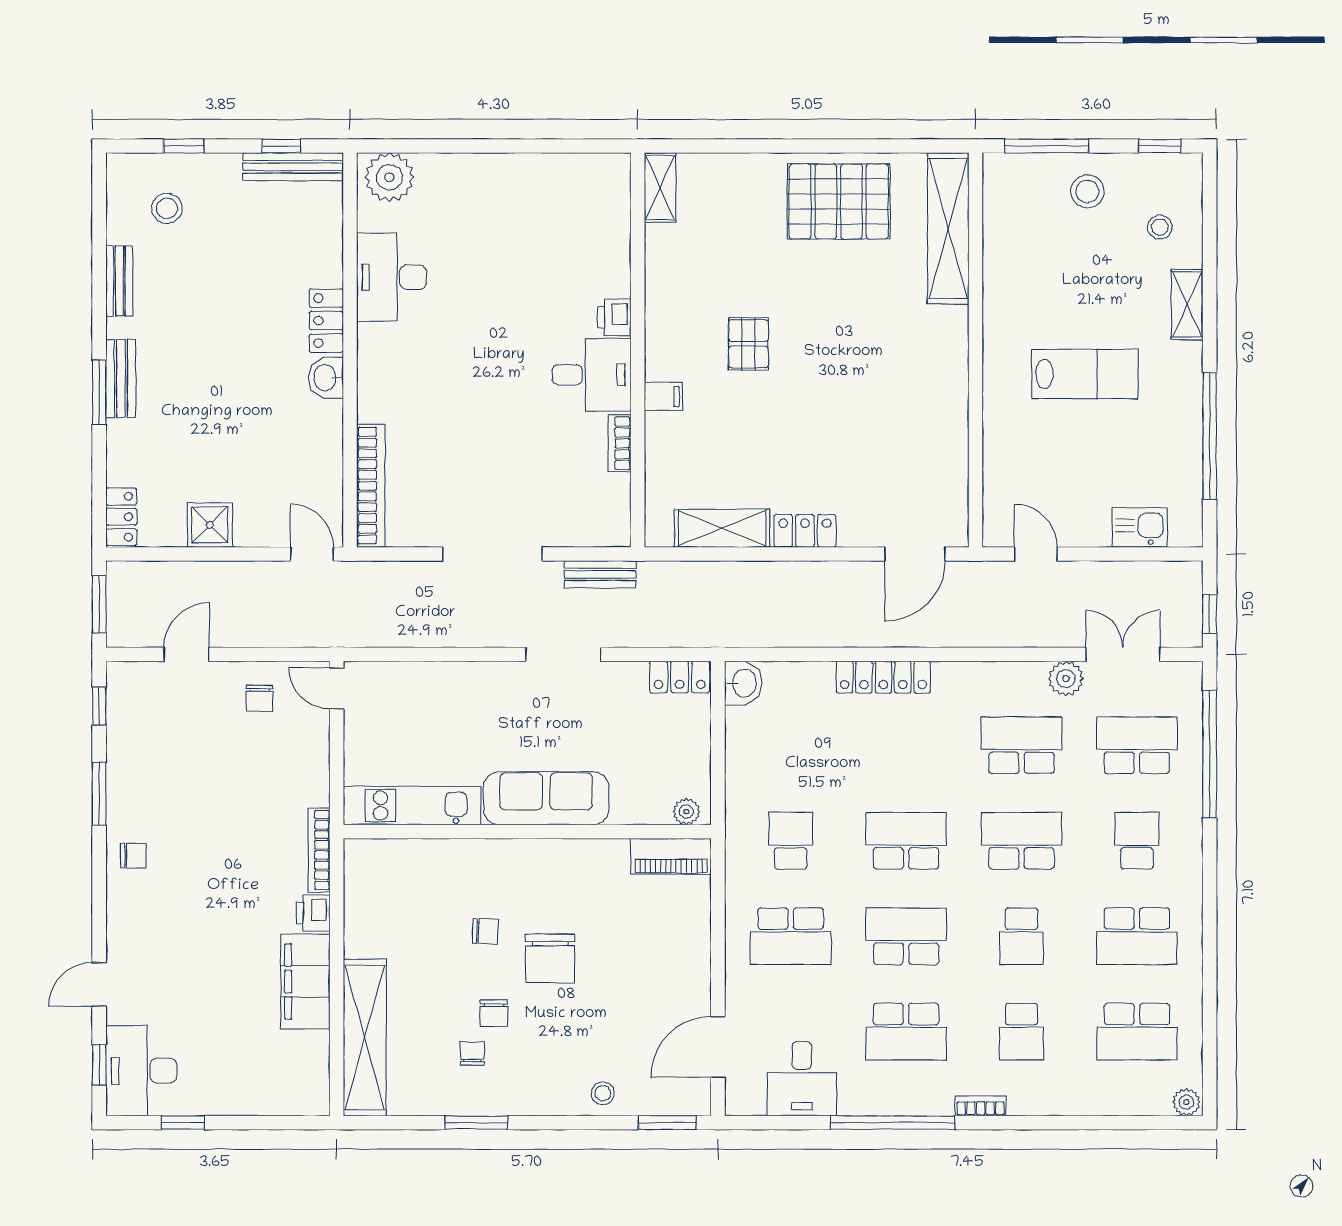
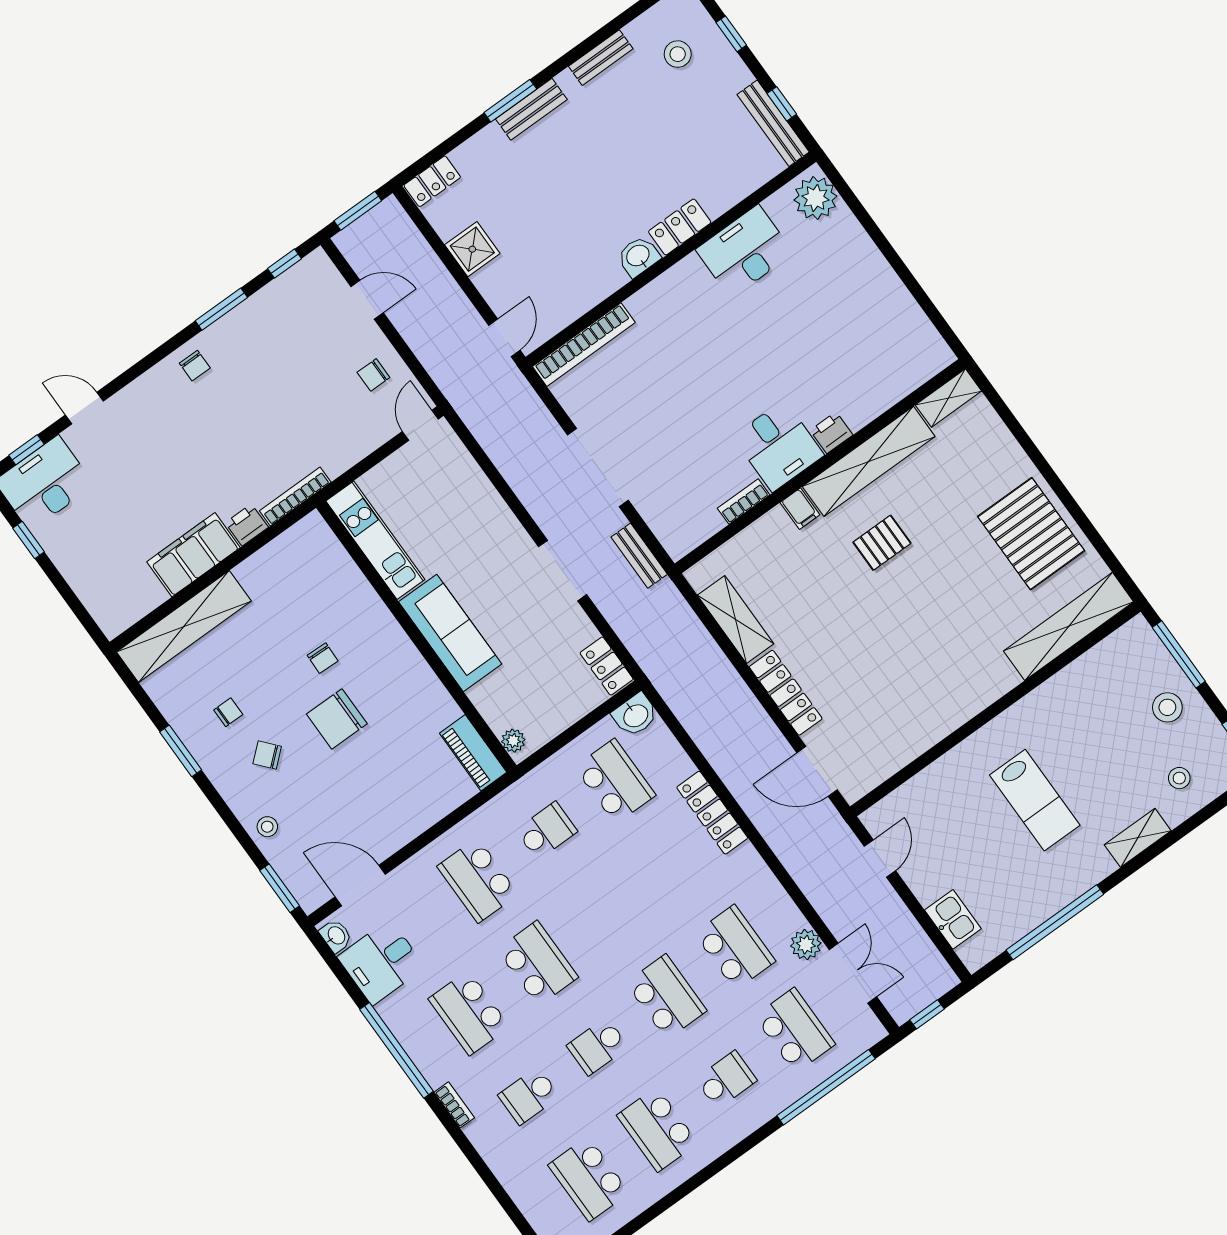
shelving: (665, 302) -> (869, 461), added
locker: (805, 531) -> (786, 693), width x1.53
school desk: (906, 841) -> (615, 781), moved
chair: (494, 1013) -> (267, 755), moved, turned 49
washbasin: (748, 1103) -> (336, 936), added

